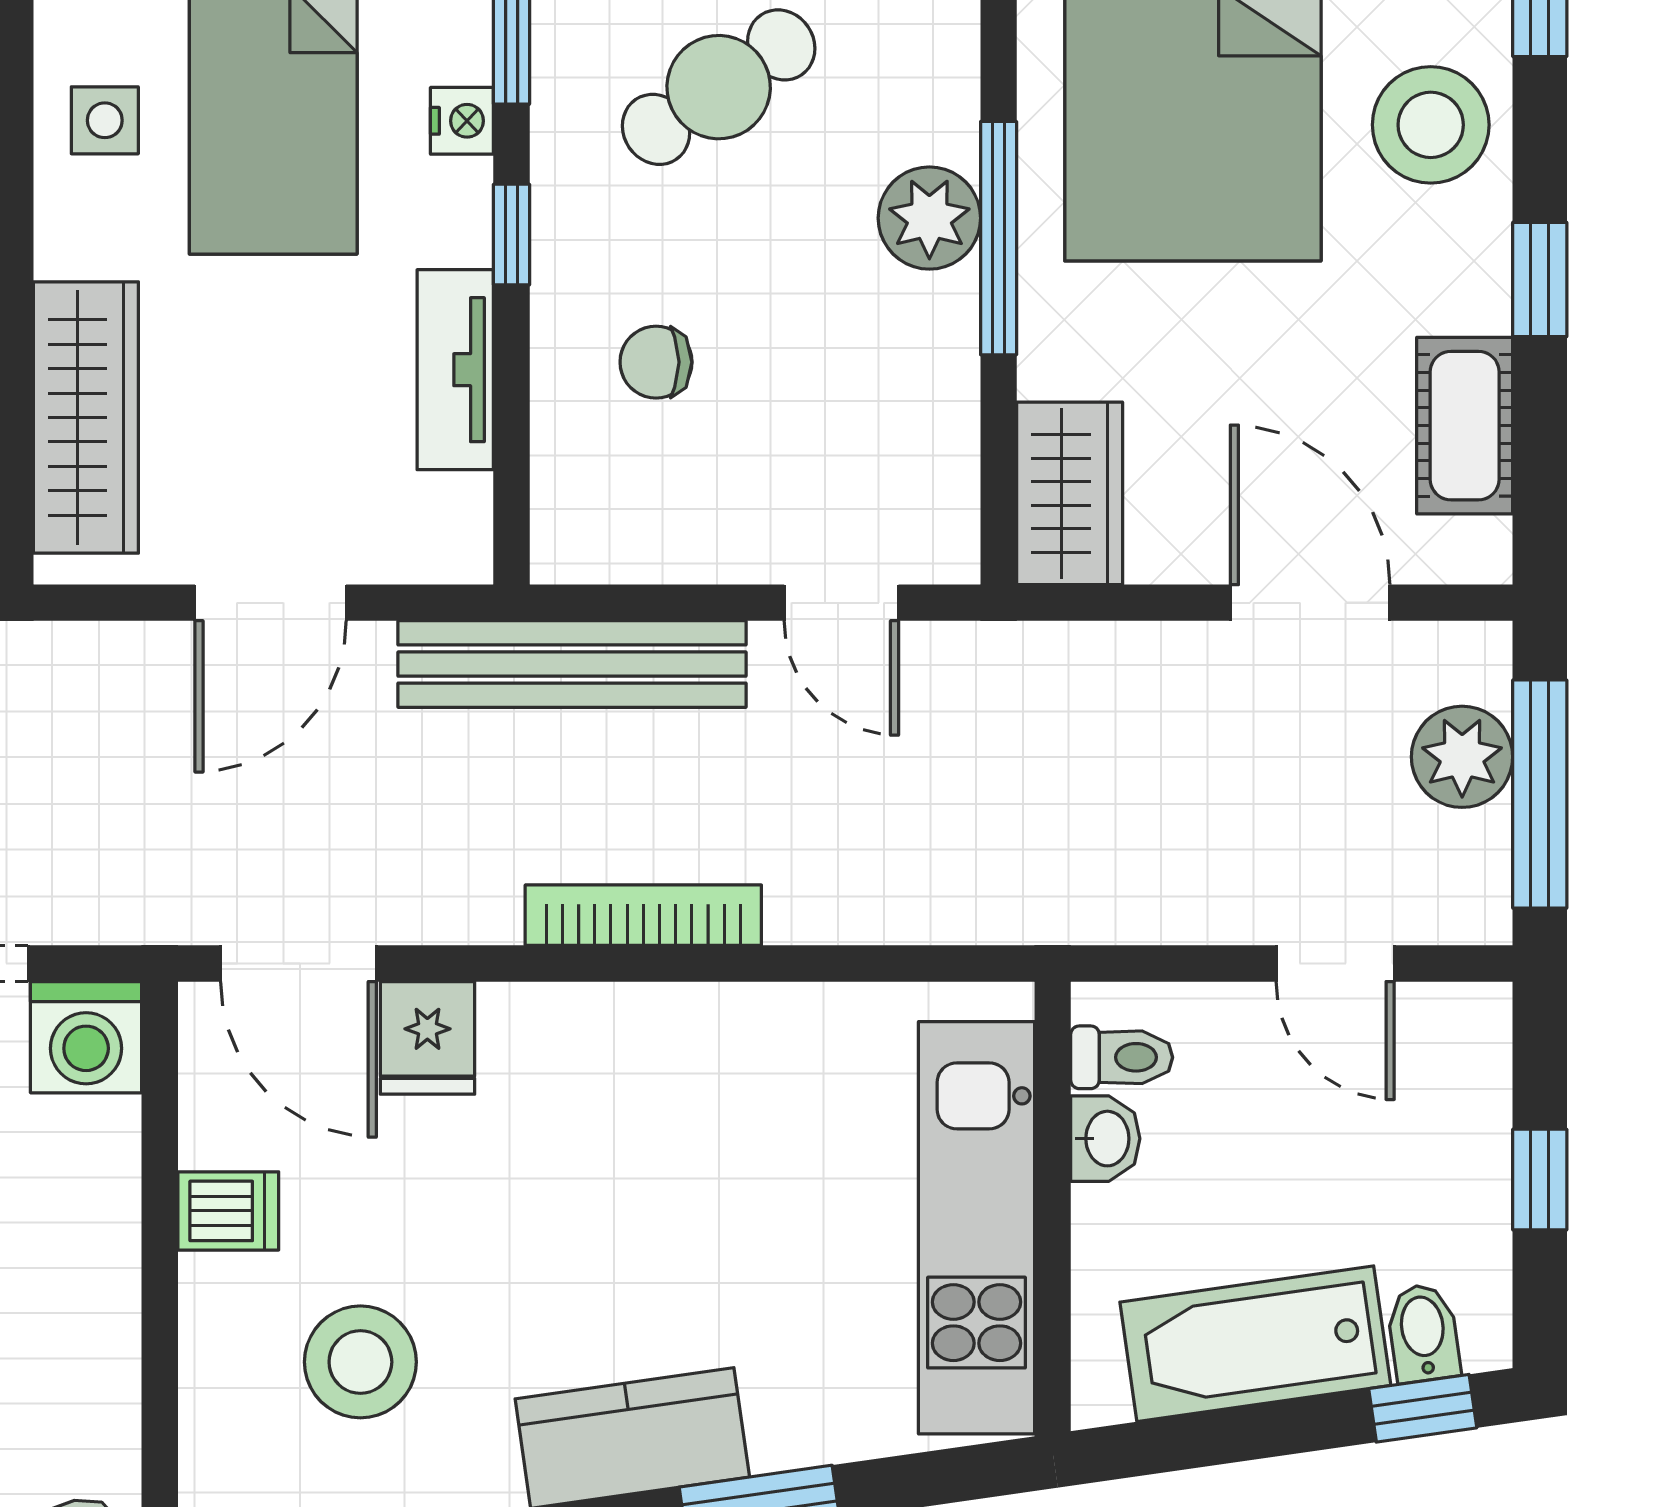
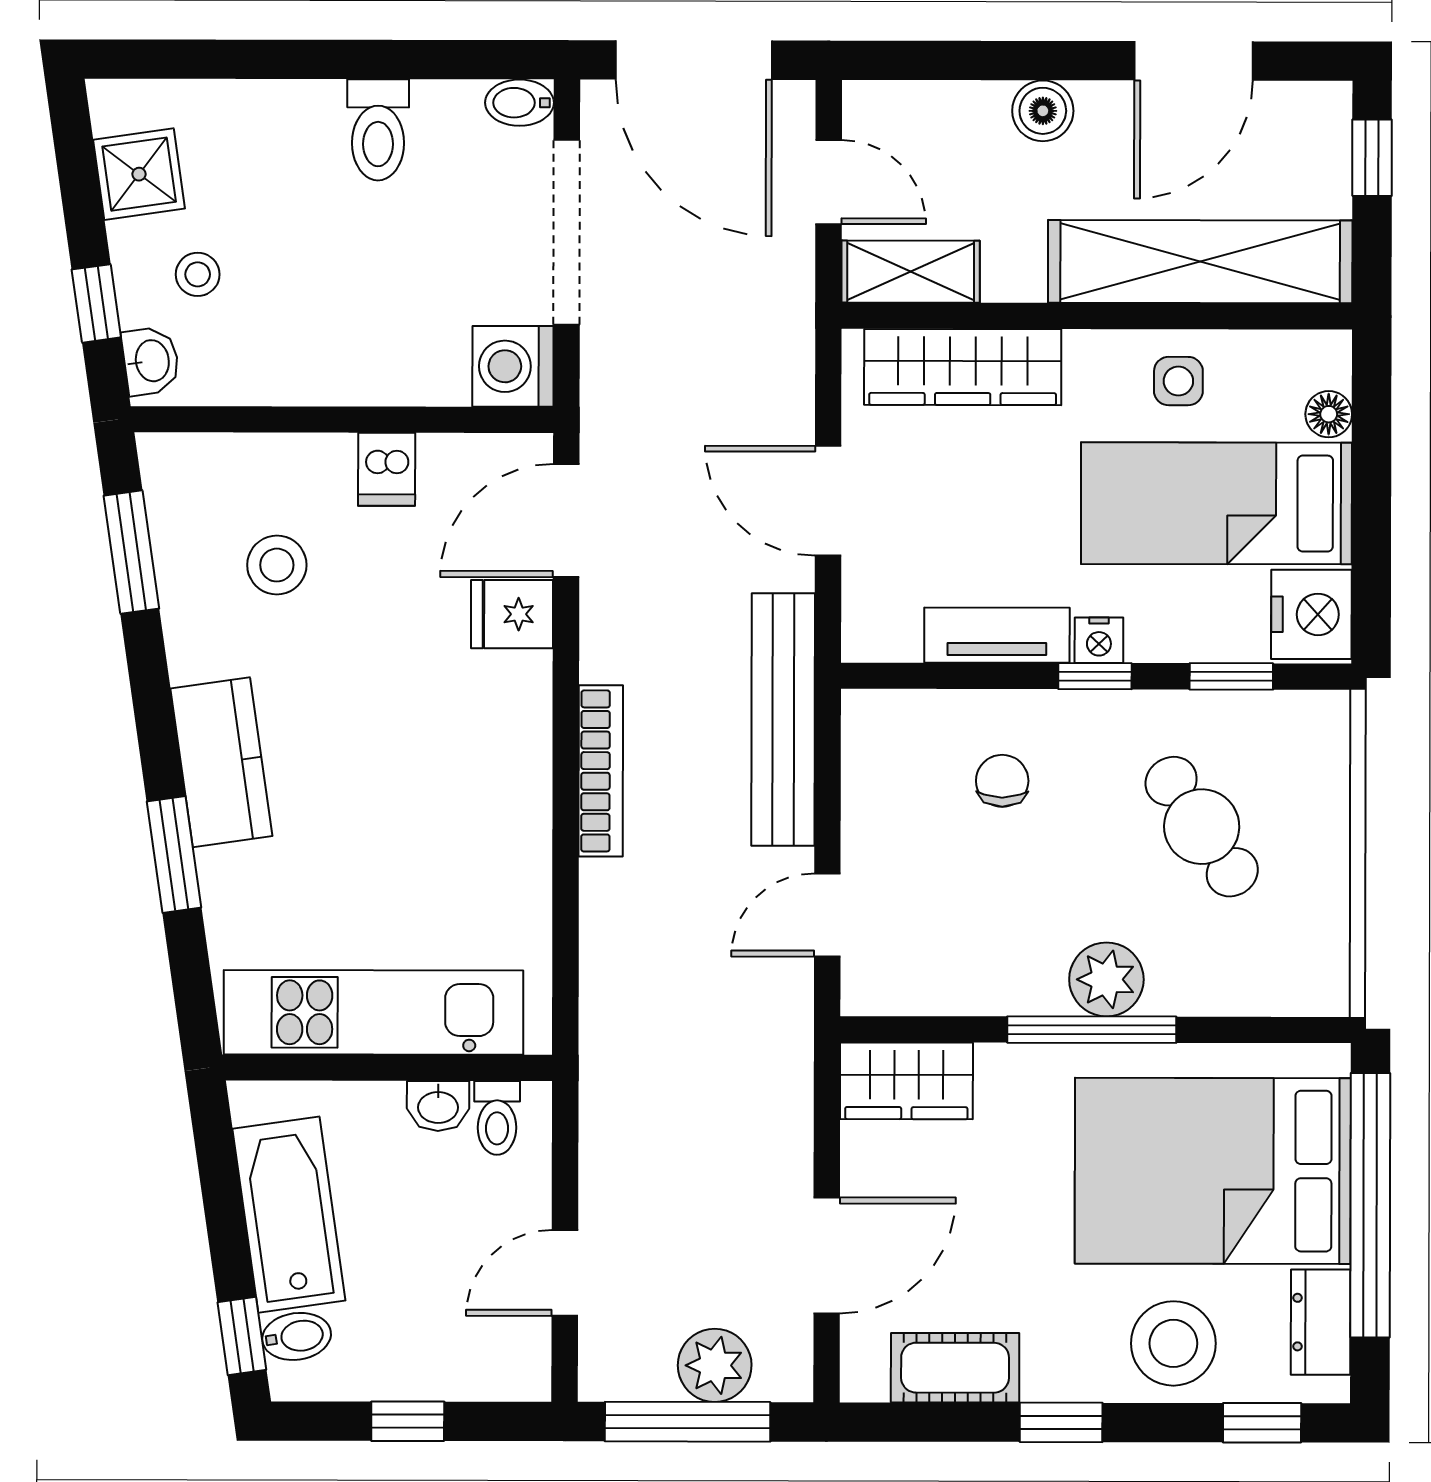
nightstand: (462, 121) -> (1099, 640), moved
stool: (360, 1362) -> (277, 565), width x0.73, depth x0.73

